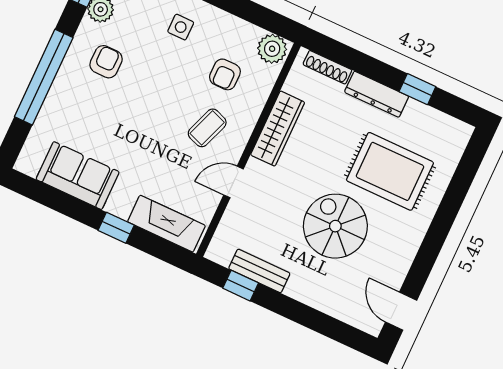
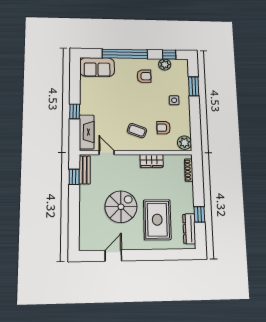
dresser: (377, 94) -> (189, 229), moved
wardrobe: (278, 129) -> (152, 161), width x0.67
sofa: (78, 176) -> (97, 67), moved, turned 90
door: (234, 182) -> (107, 153), moved
bench: (259, 271) -> (85, 170), moved
door: (401, 311) -> (113, 256), moved

